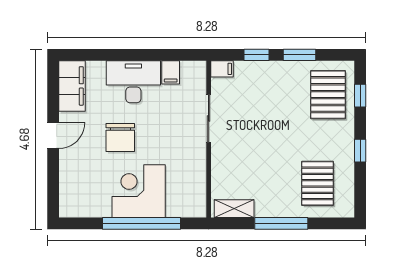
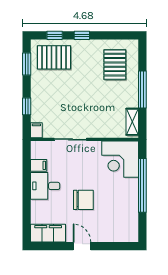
window: (300, 55) -> (27, 64), moved
desk: (133, 82) -> (45, 186), width x0.73
window: (360, 151) -> (82, 35), moved
pallet: (318, 183) -> (115, 65), turned 90
corner desk: (139, 191) -> (120, 159), moved

